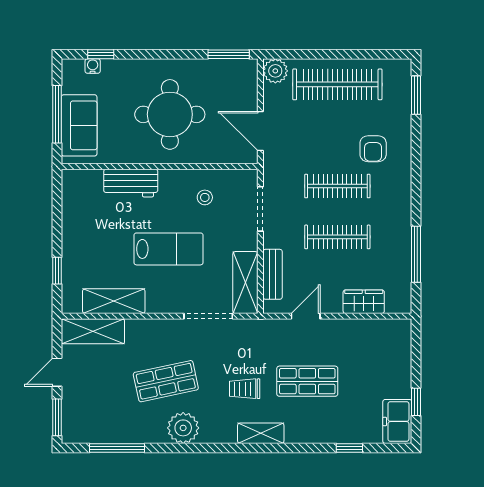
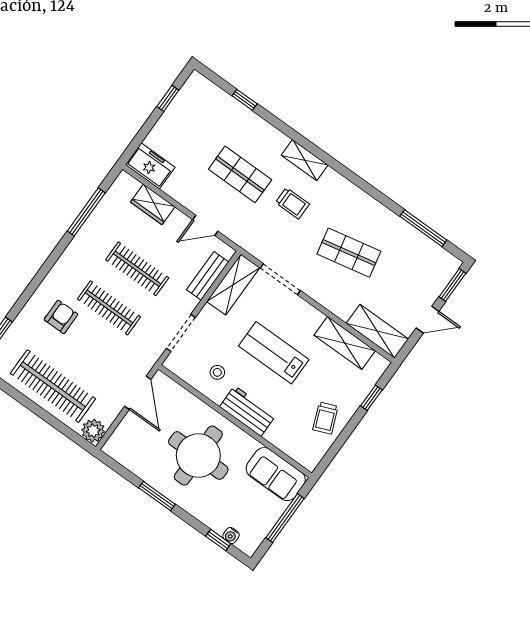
window: (229, 54) -> (157, 496), moved
sofa: (79, 125) -> (276, 474), moved, turned -90
workbench: (131, 183) -> (248, 411), moved
trolley: (84, 225) -> (325, 418), added
freezer: (397, 421) -> (150, 166), moved, turned -90
plant: (183, 428) -> (361, 207), removed

